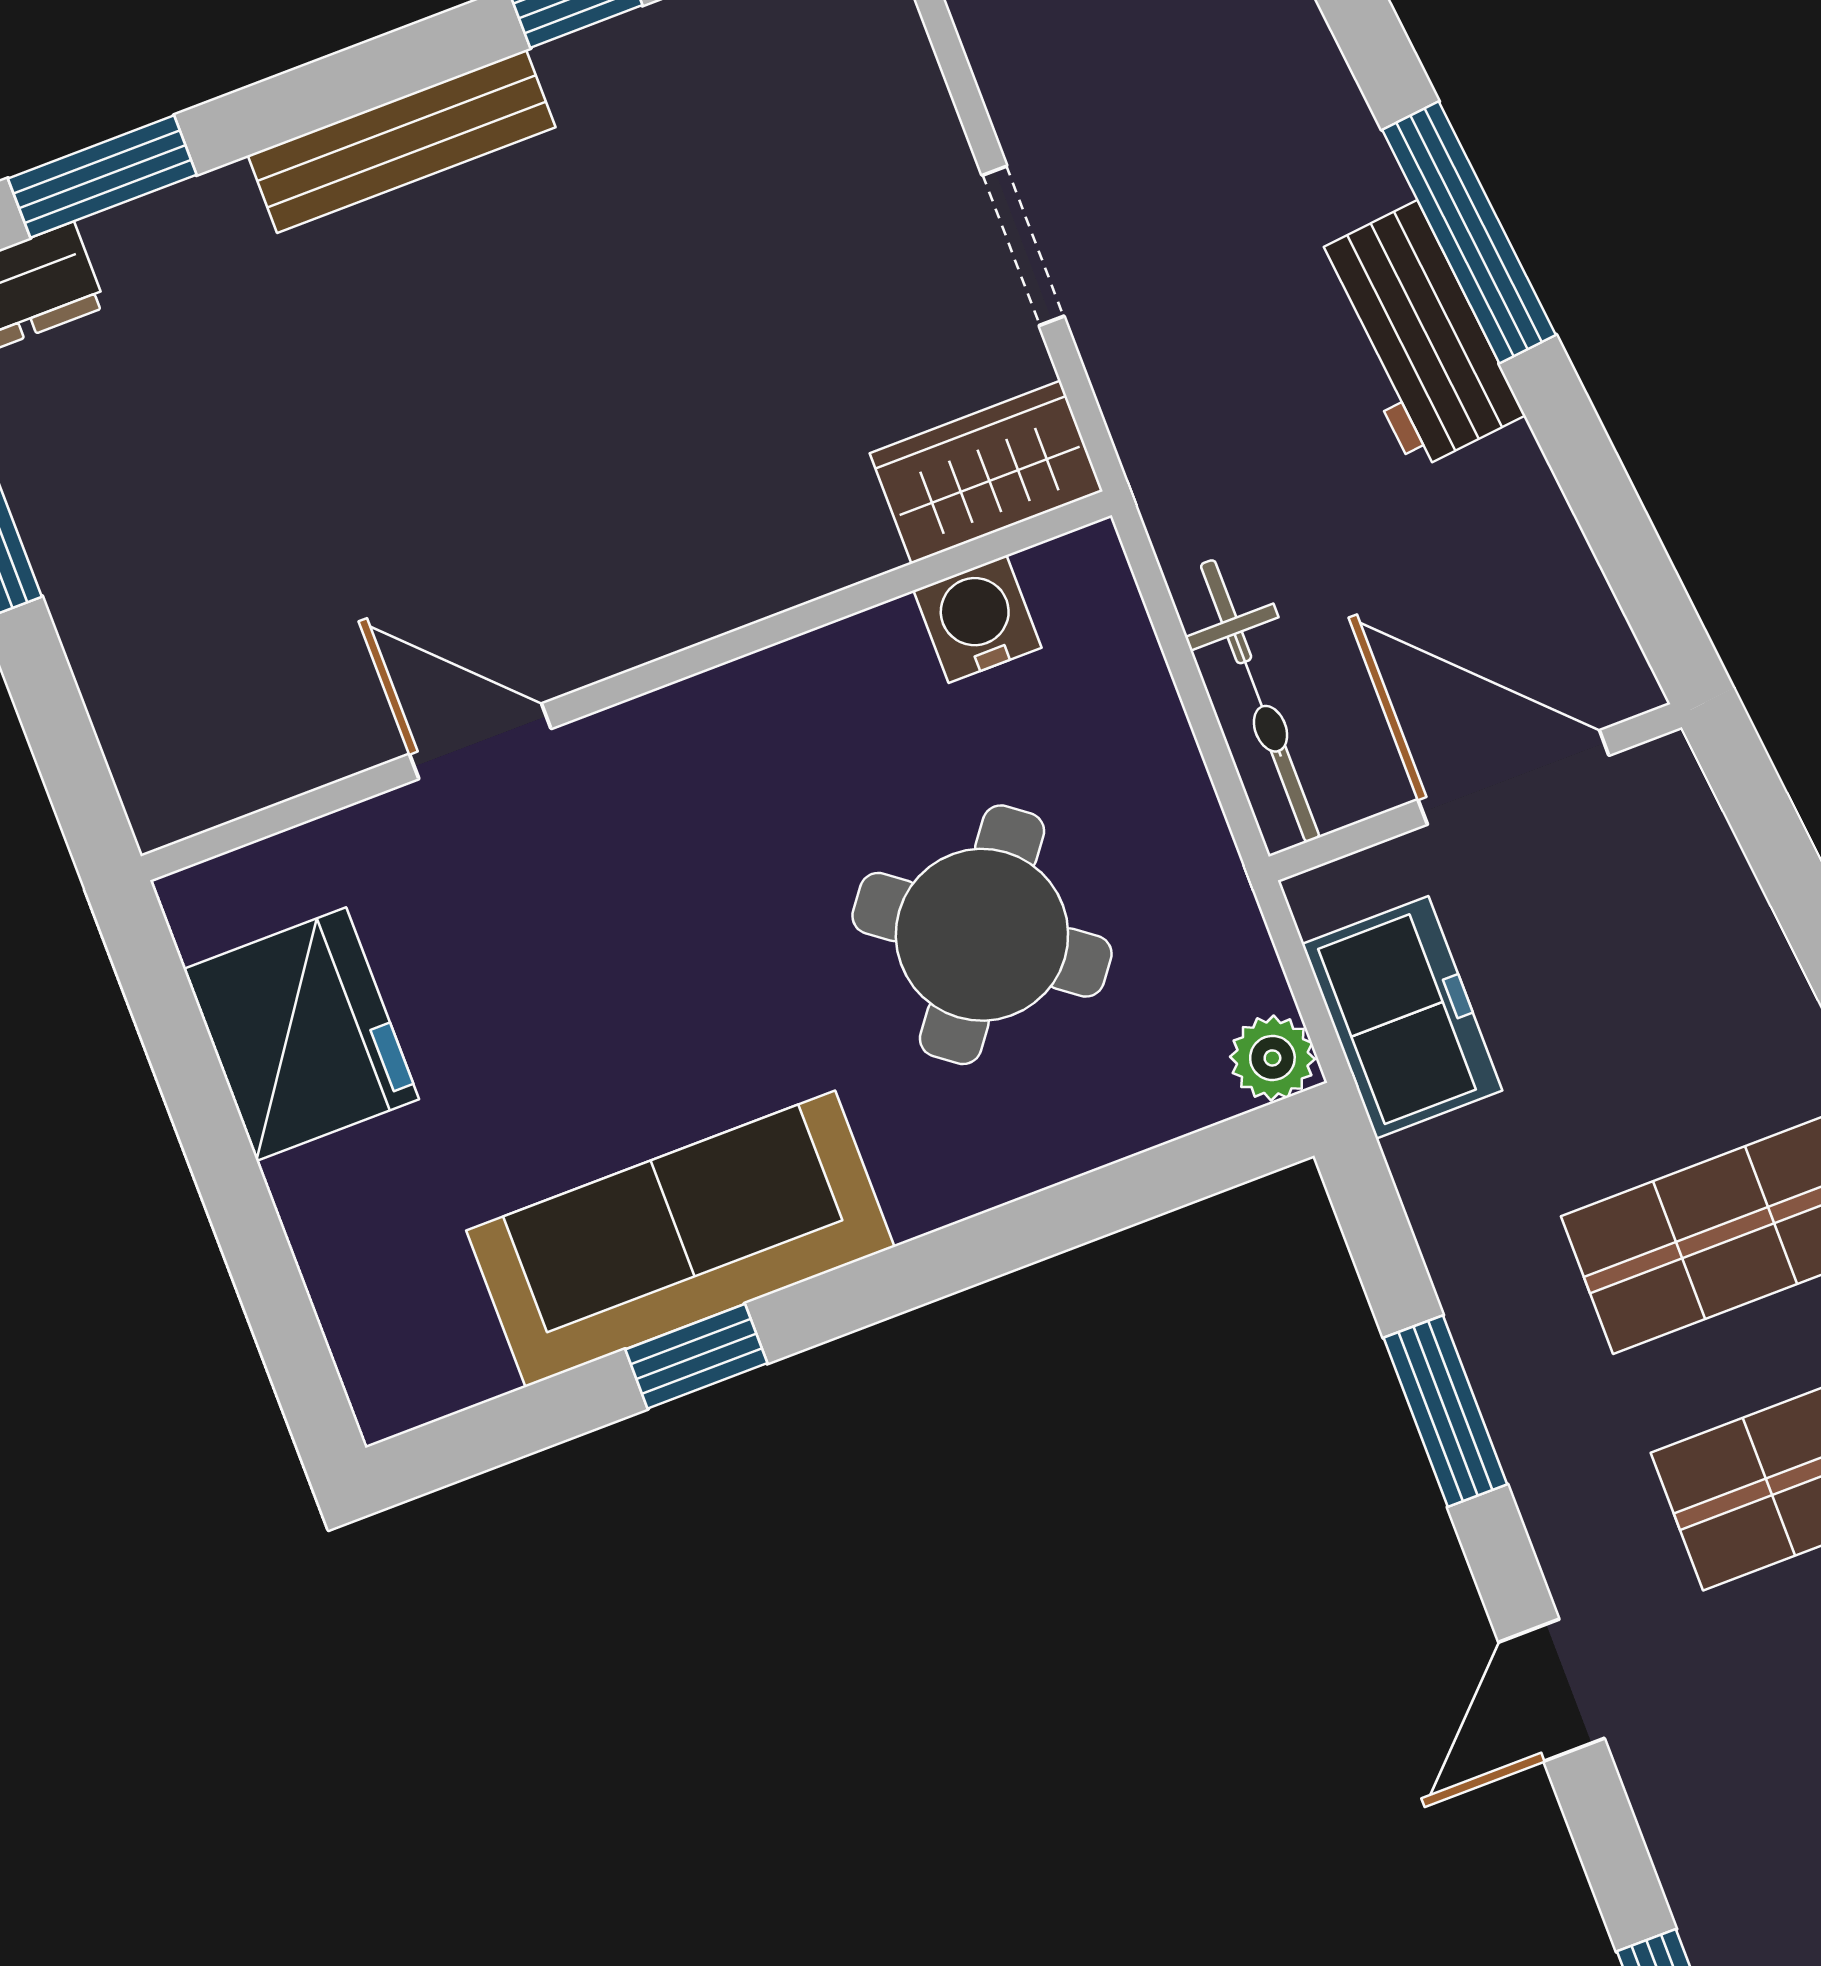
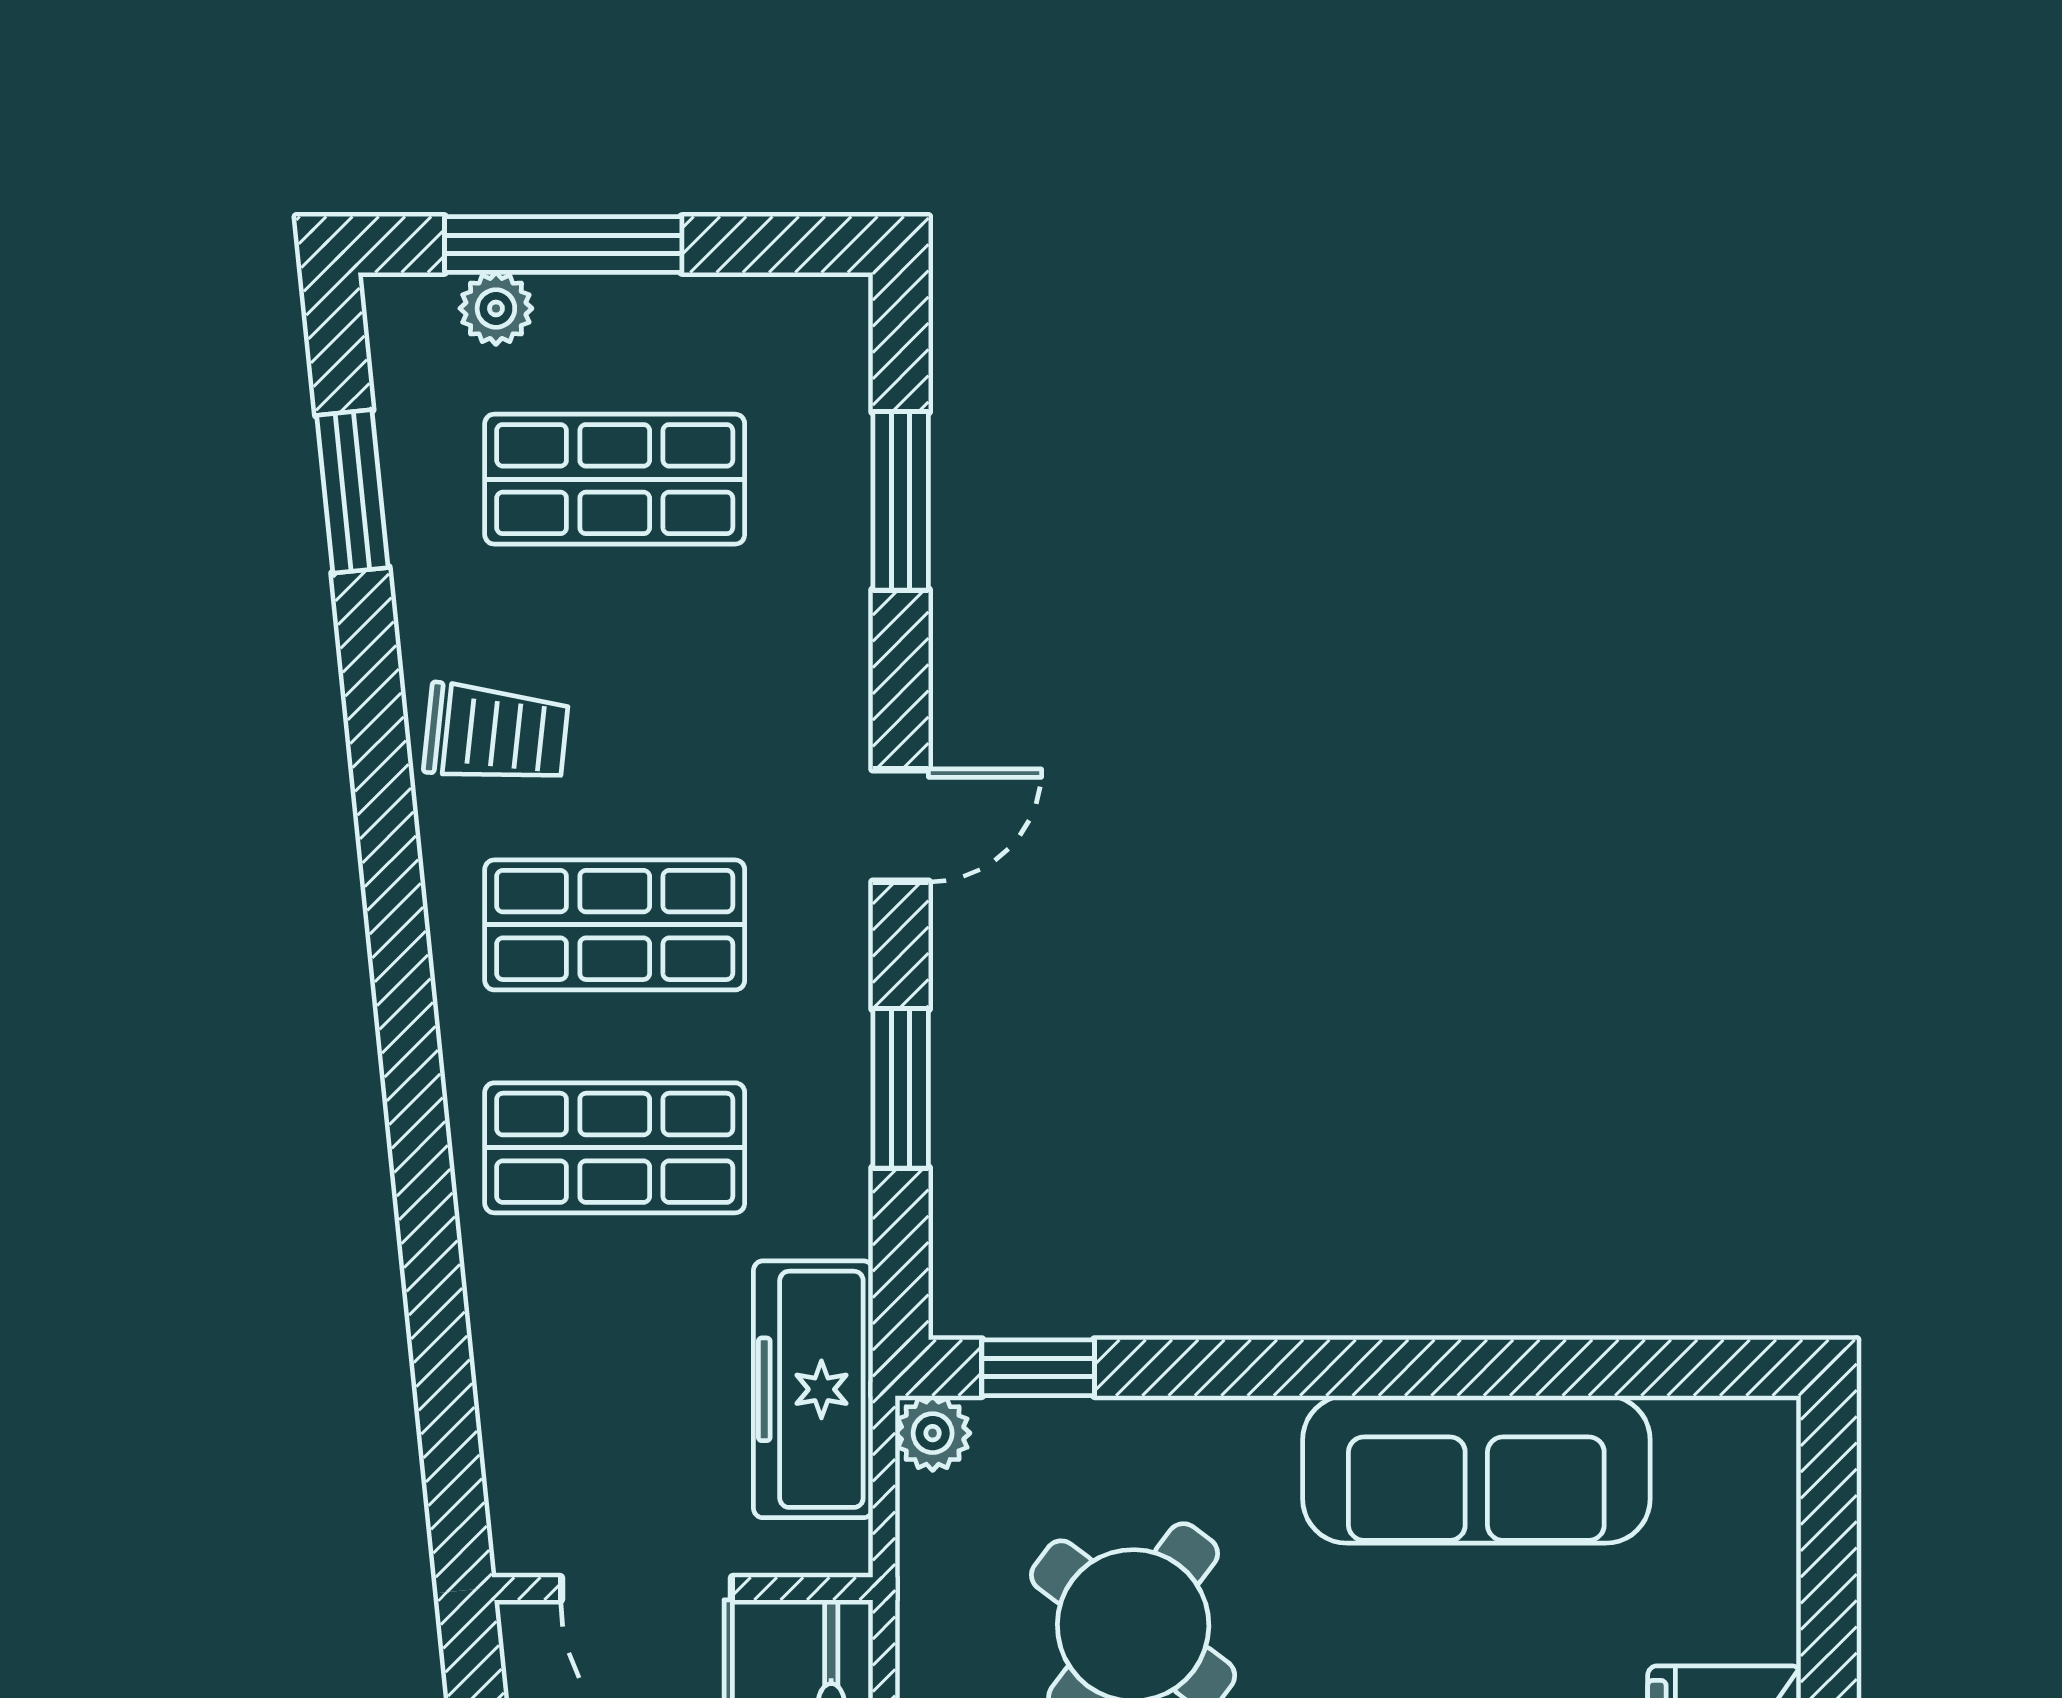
freezer: (1402, 1017) -> (813, 1389), width x1.40
window: (696, 1356) -> (1038, 1368), moved

